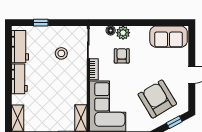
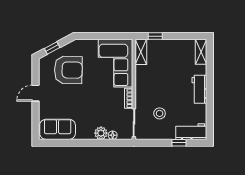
workbench: (20, 47) -> (191, 132), moved, turned 90
armchair: (122, 56) -> (102, 111), removed
armchair: (157, 99) -> (68, 70), turned -58

